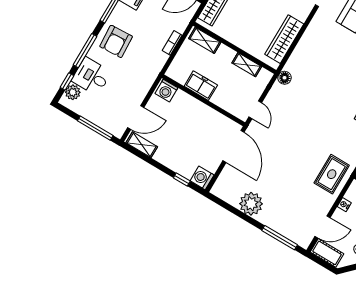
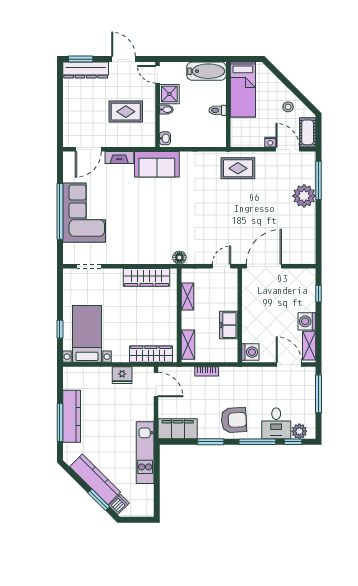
washing machine: (202, 178) -> (307, 321), moved, turned 90
plant: (251, 204) -> (304, 196), moved
nightstand: (344, 205) -> (270, 142), moved

